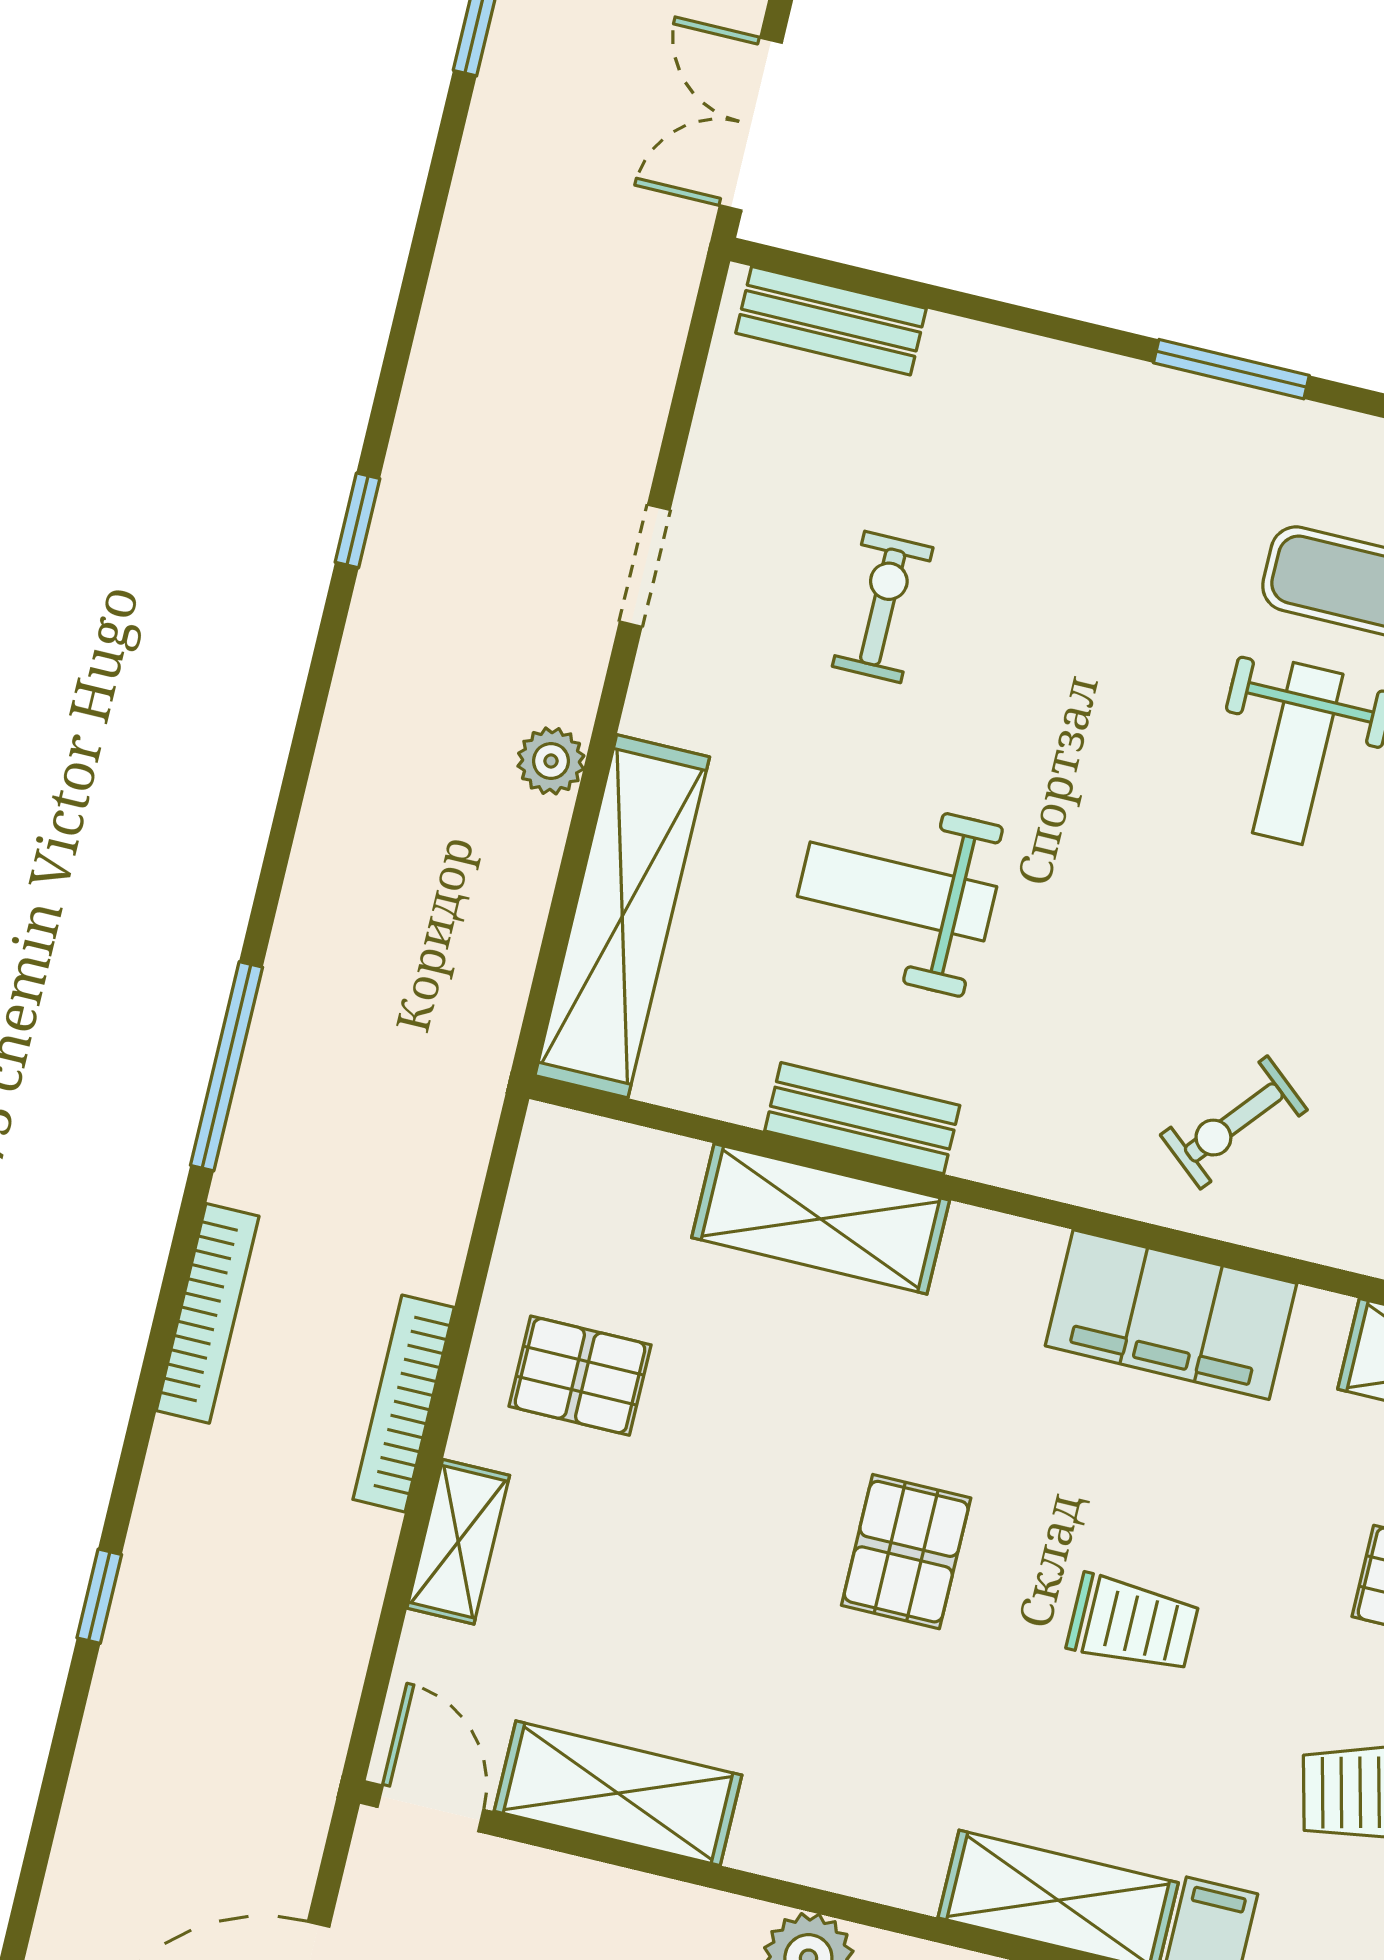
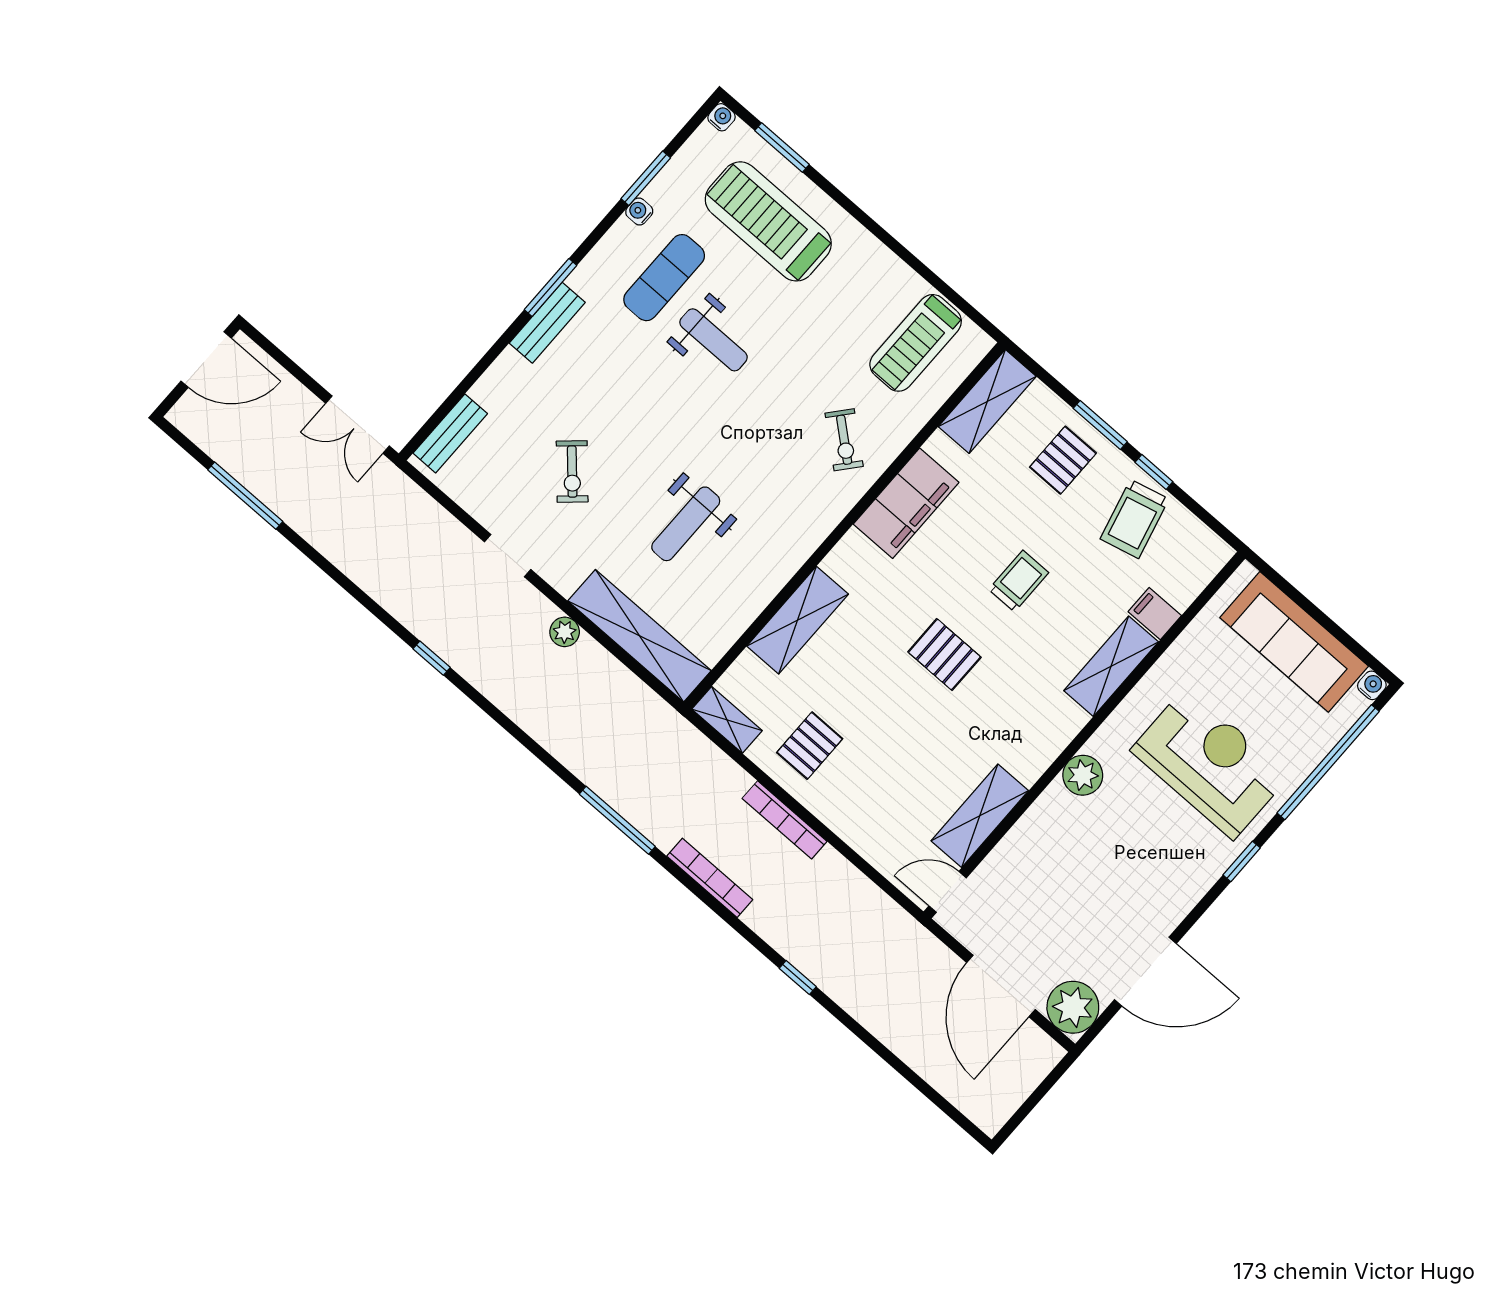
exercise bike: (883, 607) -> (572, 472), turned -132
bench: (862, 1118) -> (547, 323), moved
shelving: (458, 1542) -> (727, 720), moved

